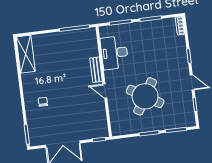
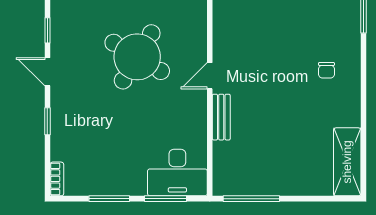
desk: (114, 53) -> (177, 173), moved, turned 90
door: (105, 91) -> (210, 76), swing flipped

